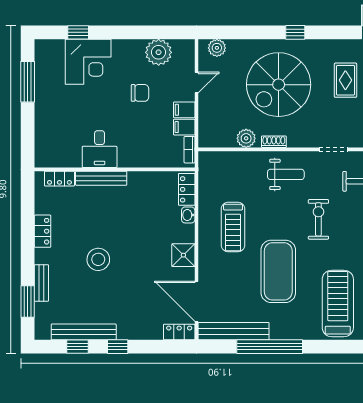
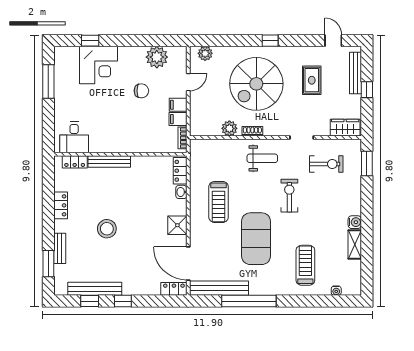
desk: (100, 149) -> (74, 137), moved
treadmill: (338, 303) -> (305, 265), width x0.73, depth x0.73

